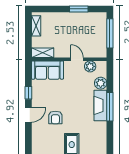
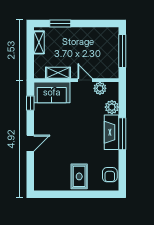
window: (79, 9) -> (60, 23), moved
shelving: (43, 53) -> (58, 73), moved
window: (28, 93) -> (30, 103), moved
armchair: (55, 117) -> (110, 175), moved

